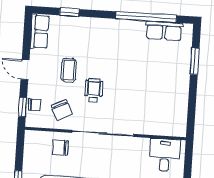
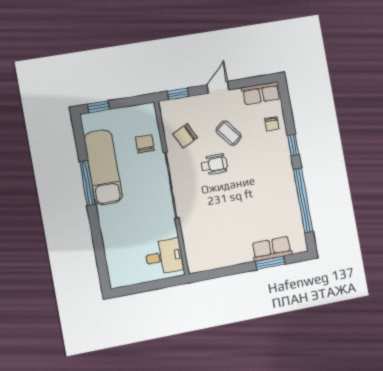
window: (69, 12) -> (293, 145), moved
row of seats: (164, 31) -> (272, 249), moved, turned 90
coffee table: (69, 70) -> (229, 133), turned 52
chair: (34, 105) -> (272, 124), moved

